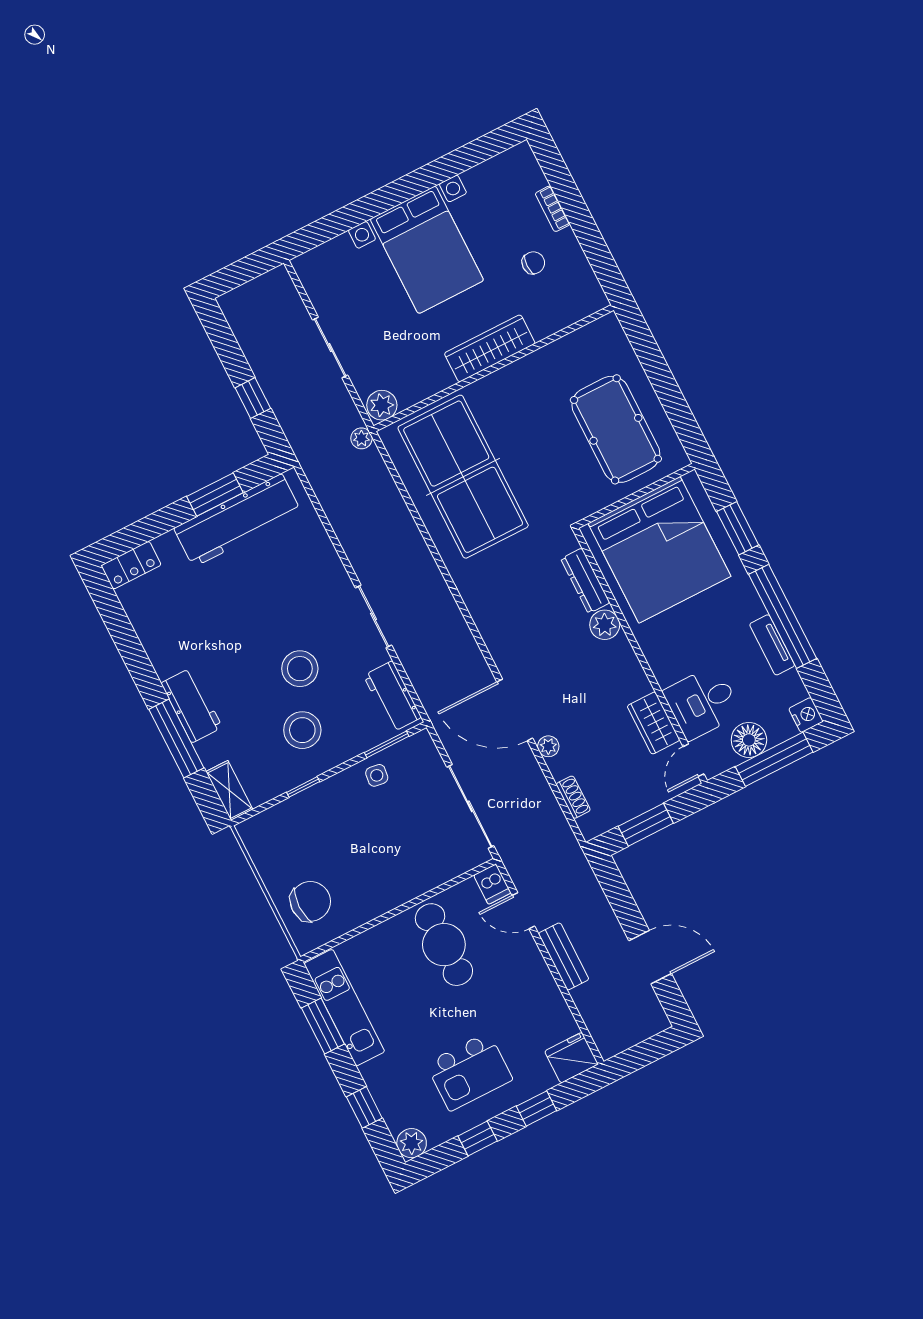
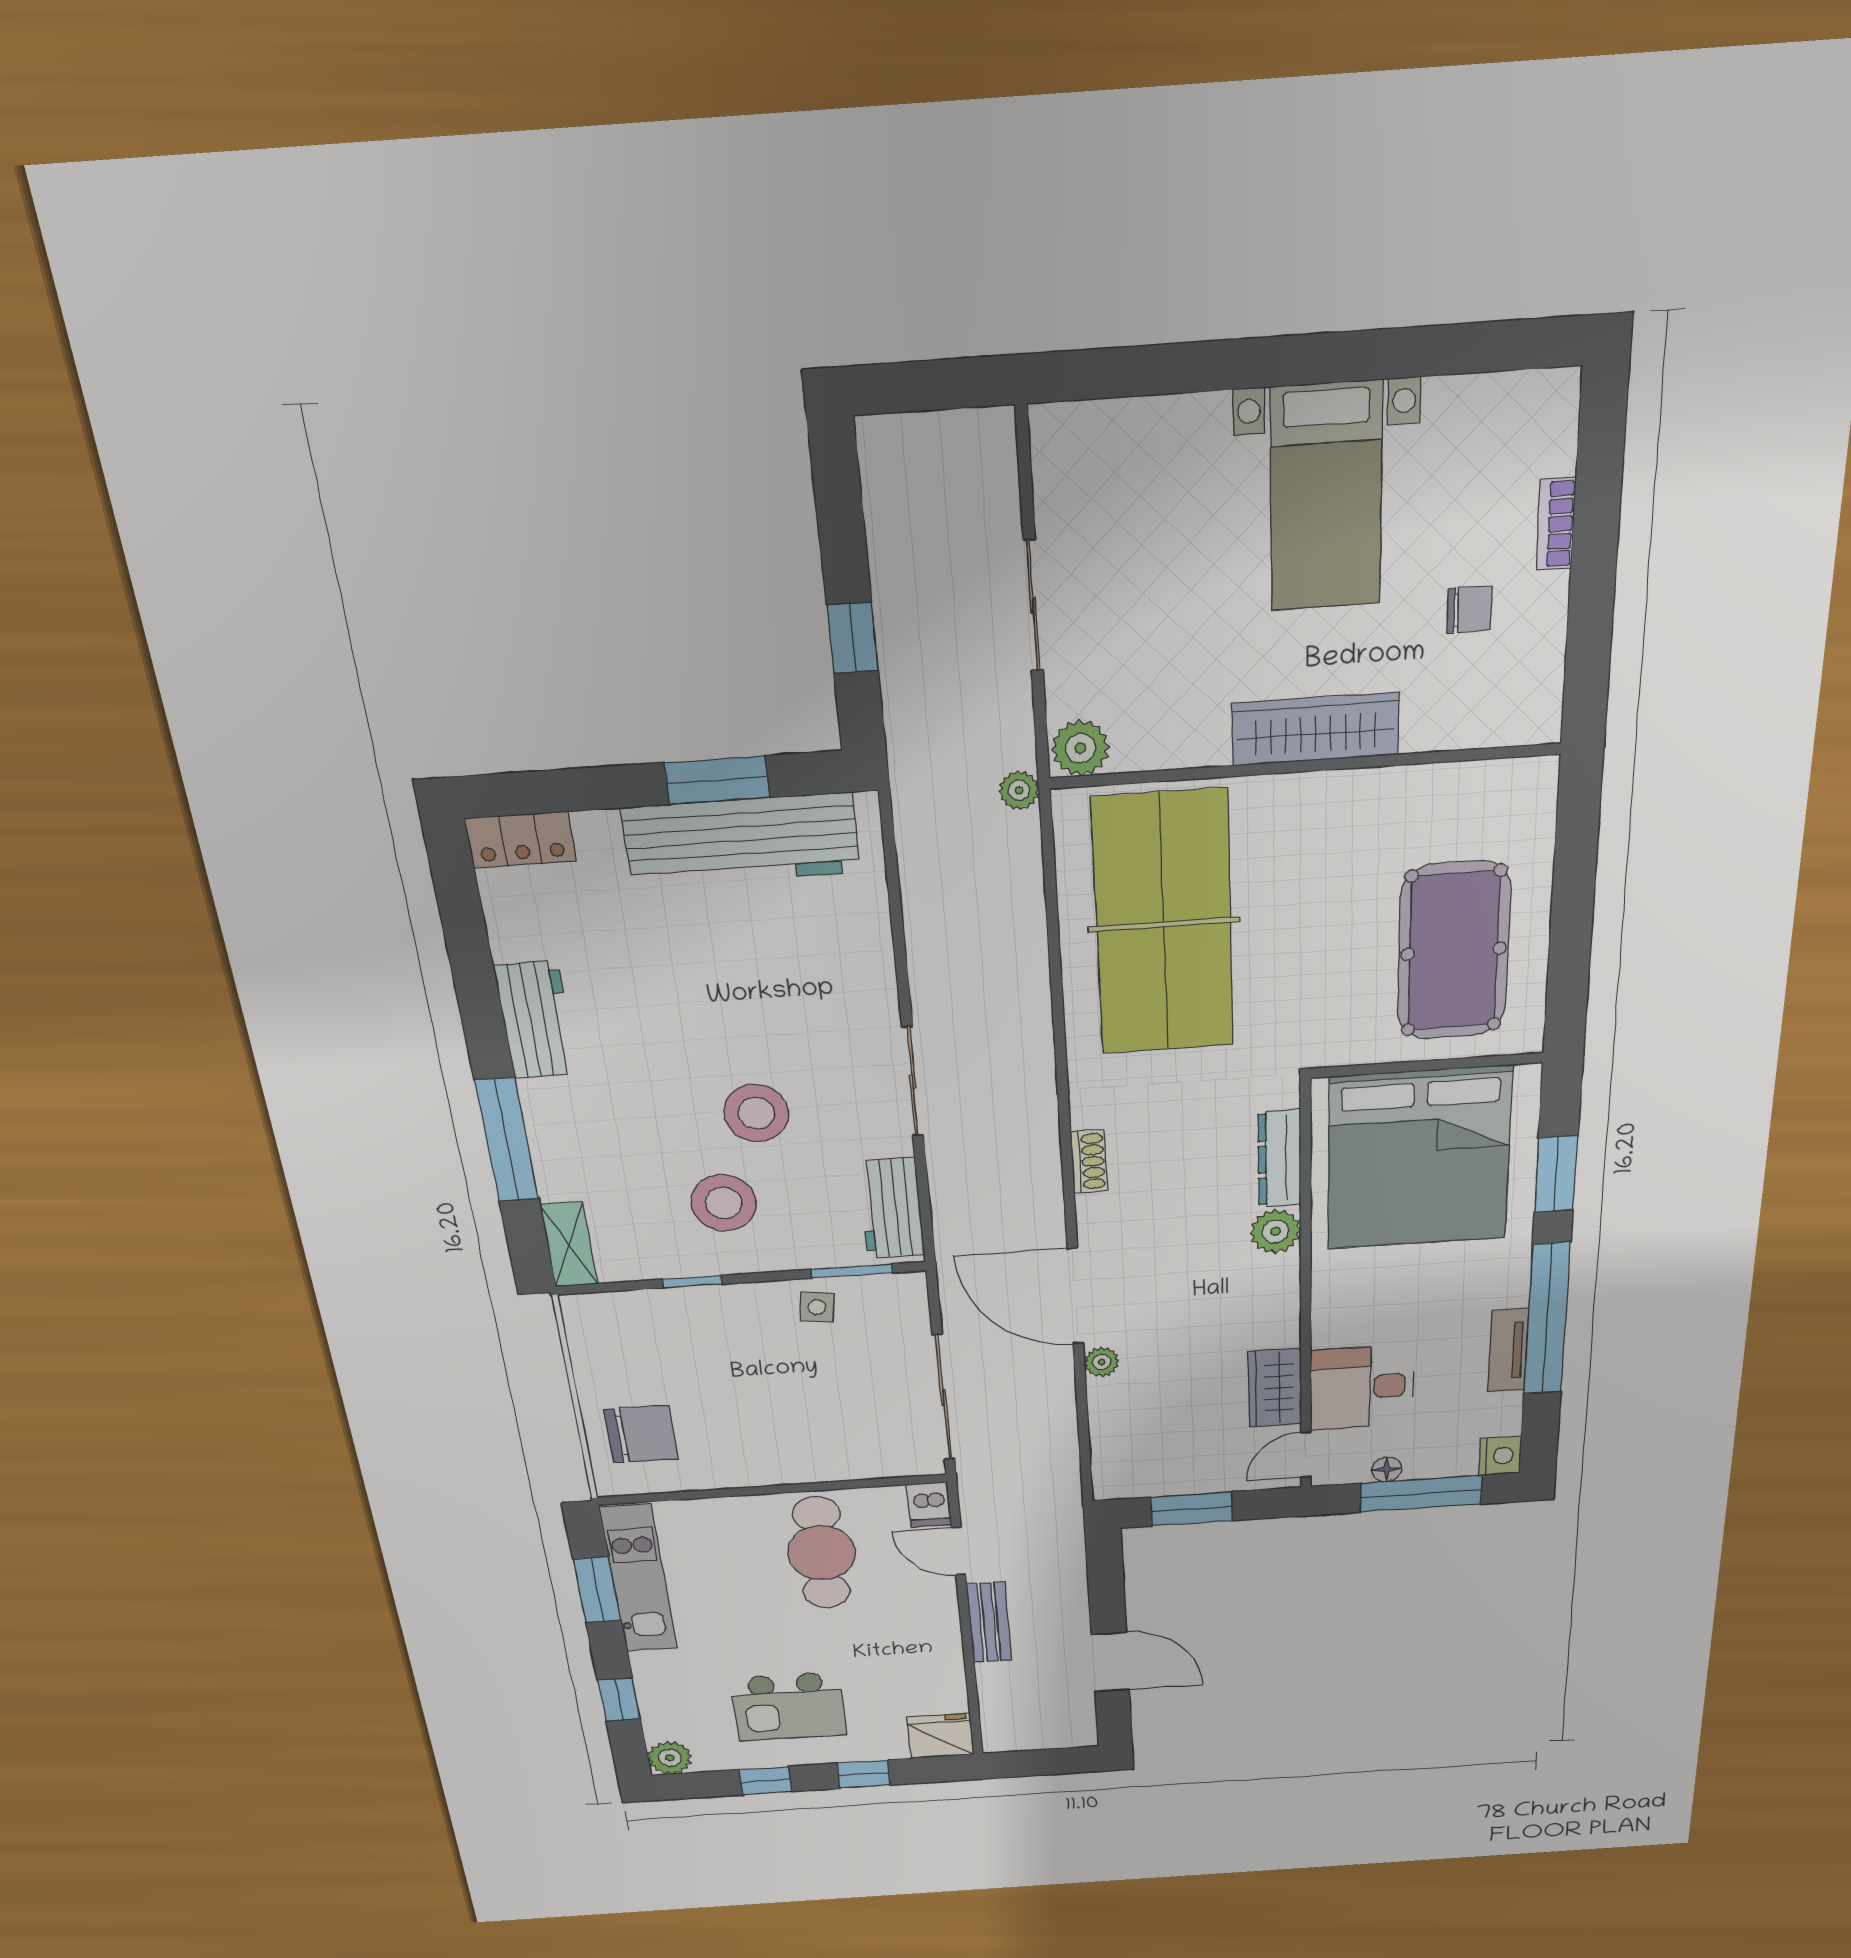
bed with nightstands: (427, 250) -> (1326, 497), width x0.73
workbench: (192, 705) -> (536, 1020), moved
floor lamp: (749, 740) -> (1387, 1469), width x0.53, depth x0.53
shoe rack: (573, 797) -> (1089, 1162), moved

